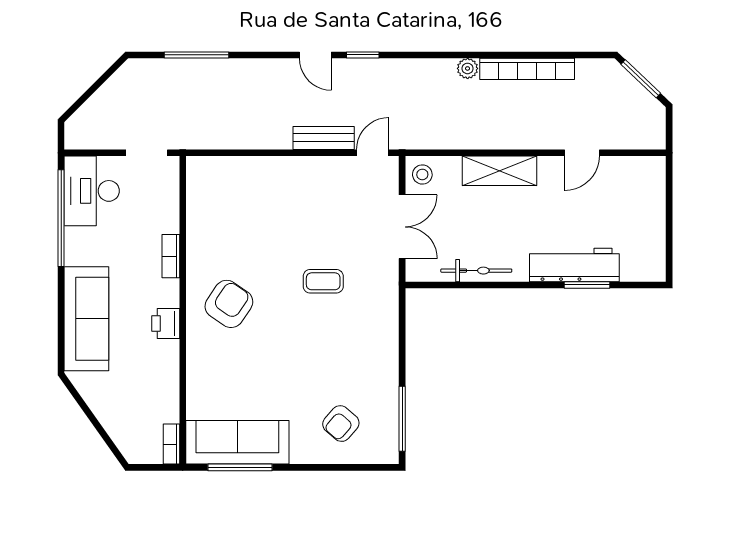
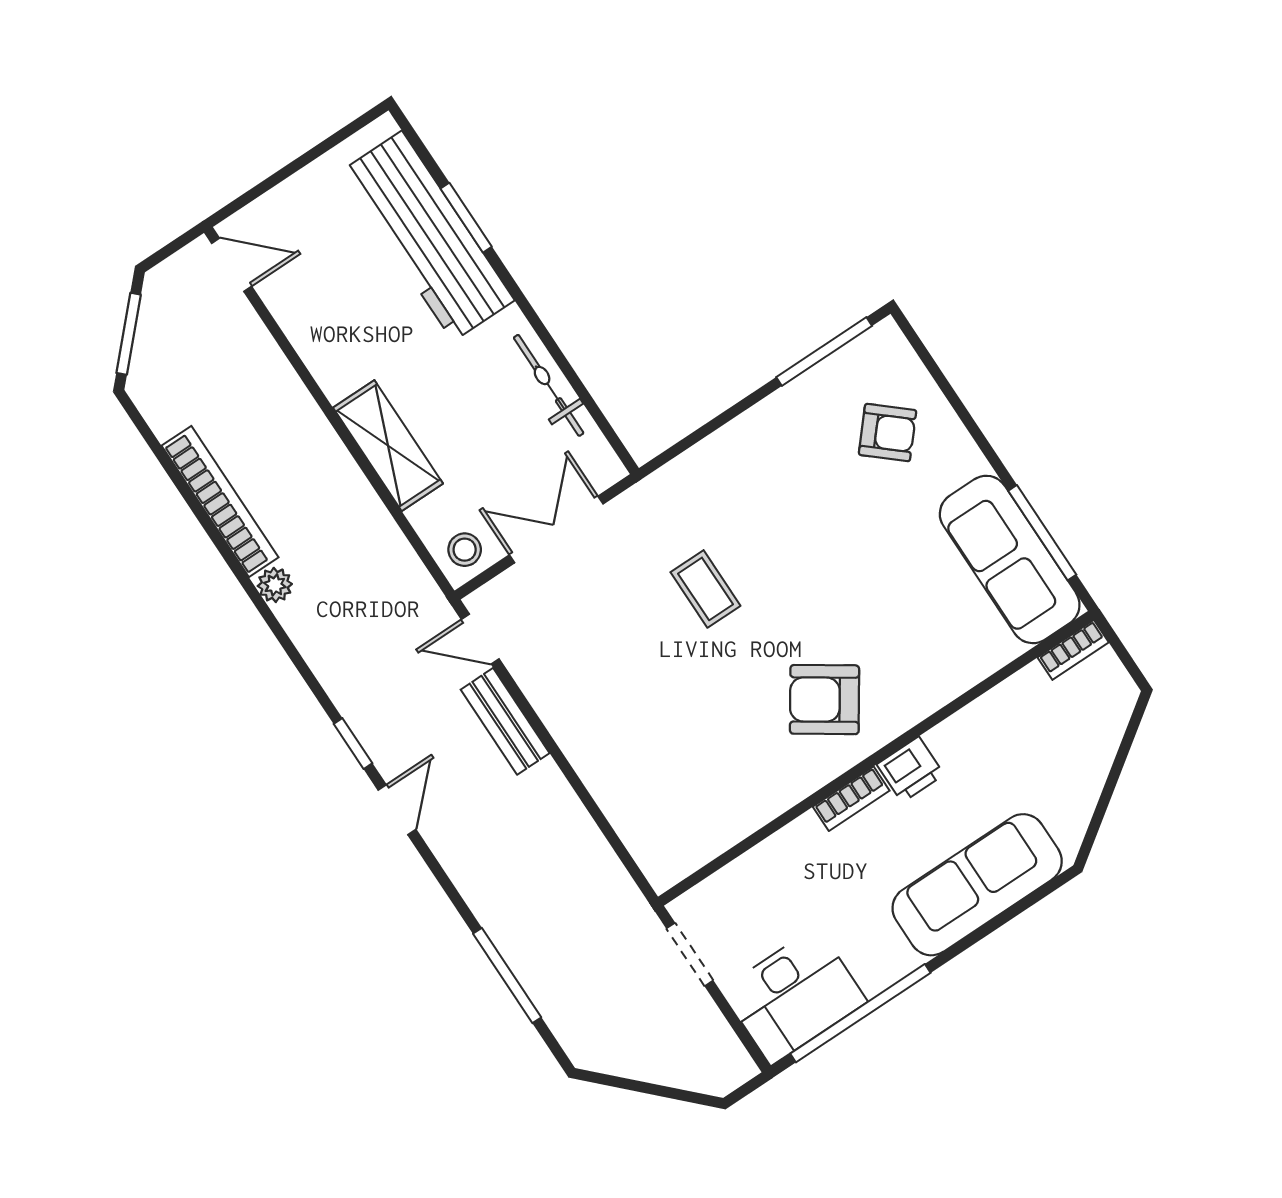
door: (582, 153) -> (232, 265), moved
bookcase: (171, 256) -> (851, 799), moved
workbench: (574, 265) -> (427, 236), width x1.36, depth x1.32

